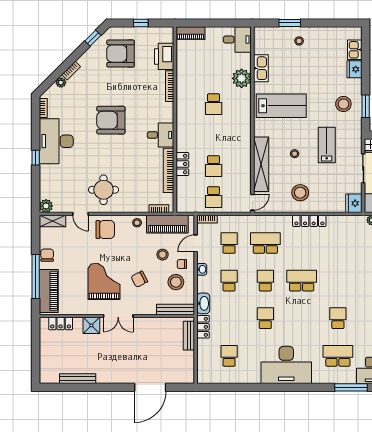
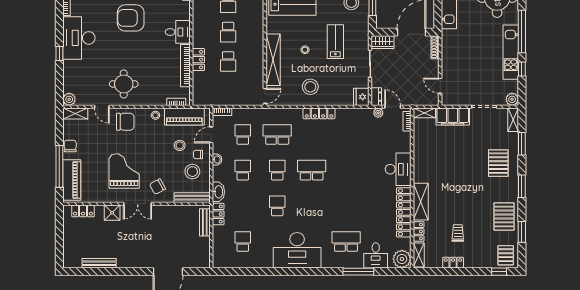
school desk: (214, 197) -> (228, 32), moved
chair: (139, 279) -> (158, 187), moved
school desk: (338, 318) -> (346, 206), removed

